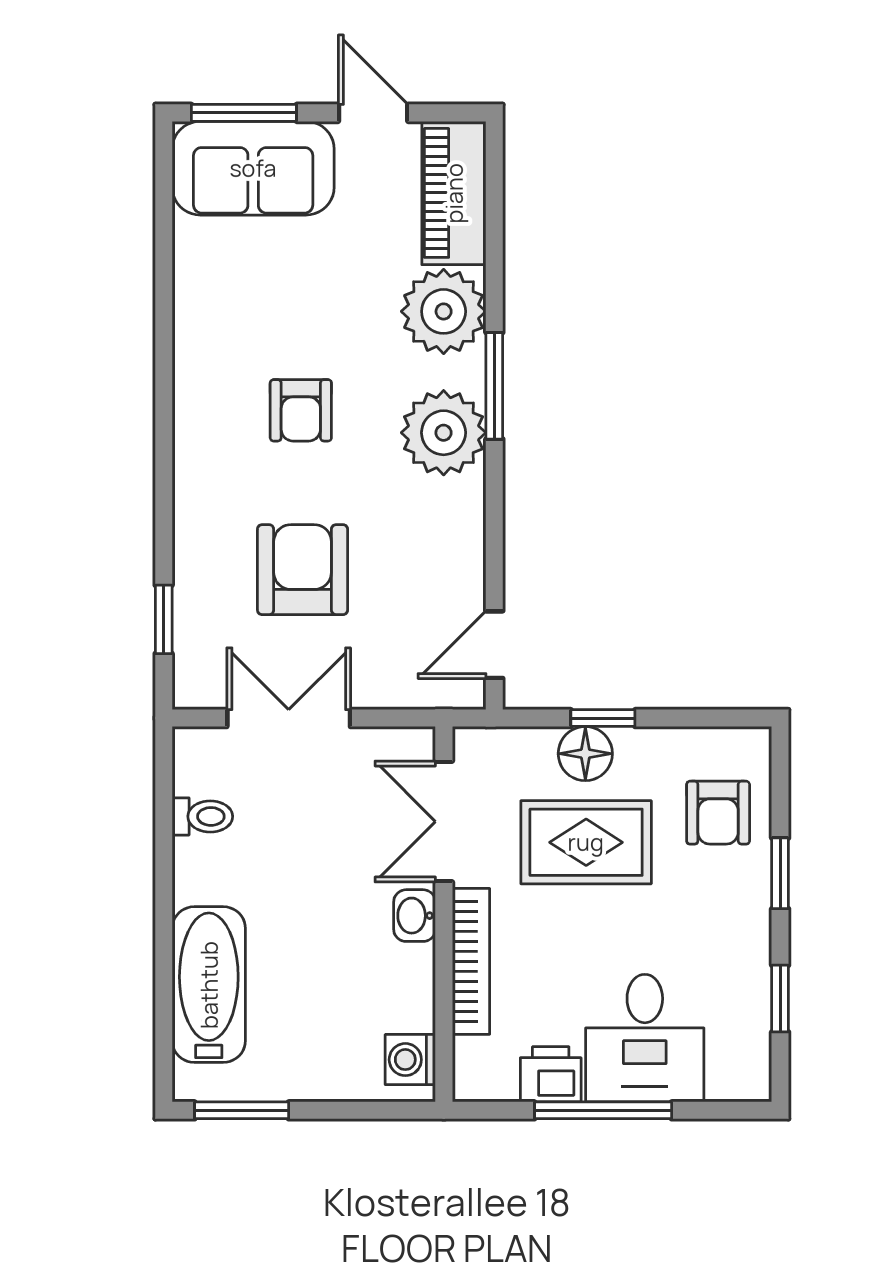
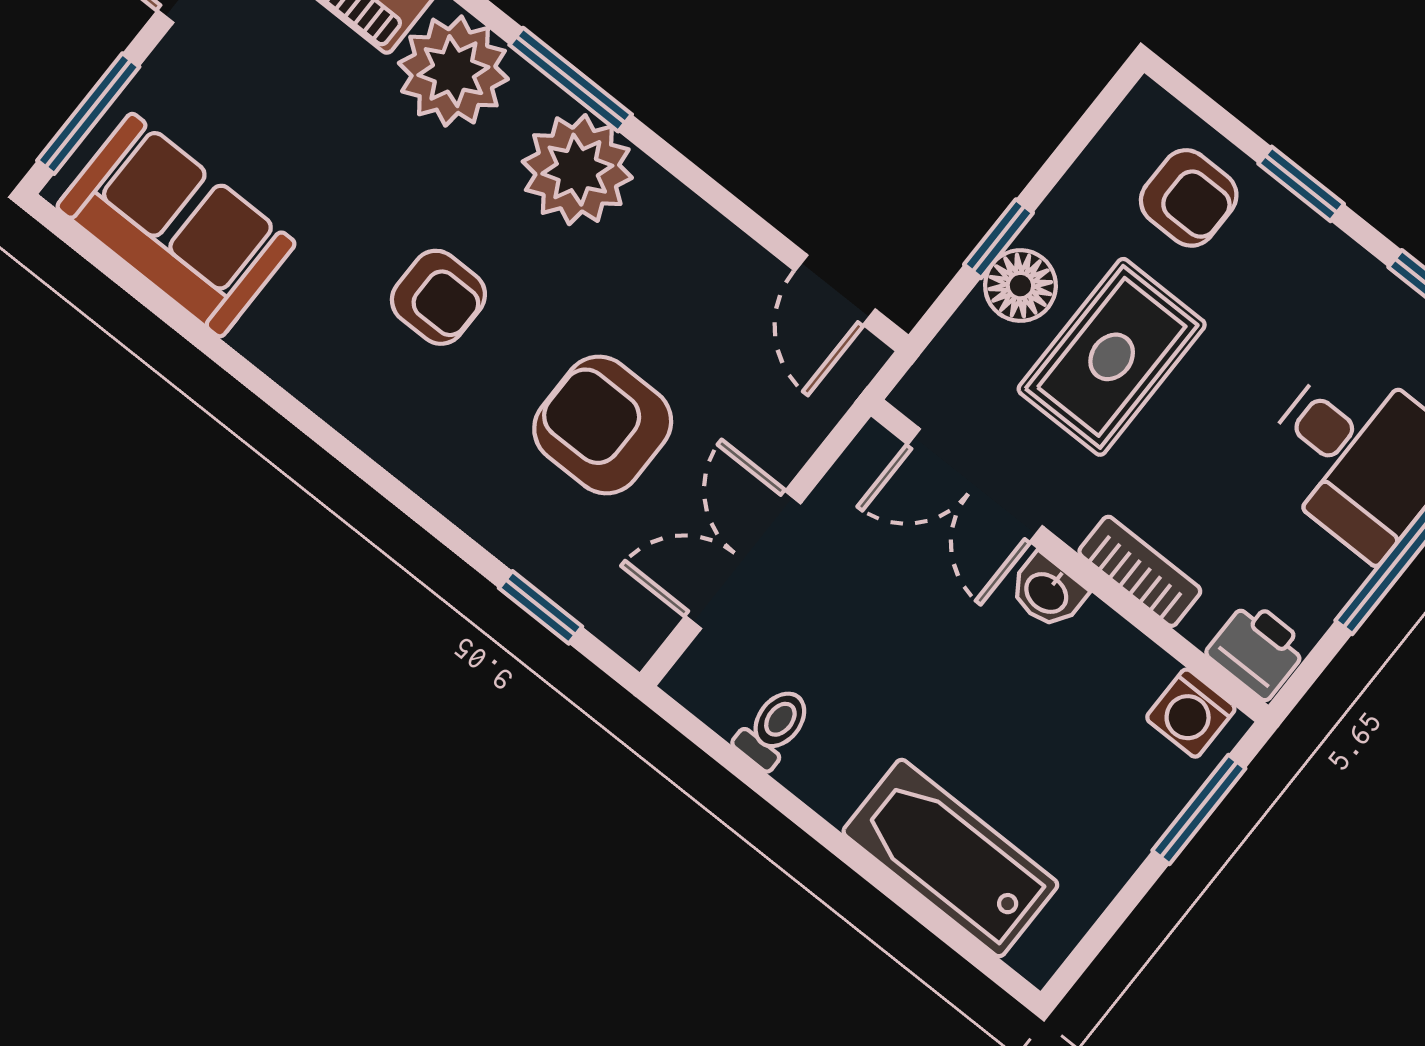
sofa: (253, 168) -> (176, 225), moved, turned -90
bookcase: (471, 961) -> (1140, 571), width x0.64
printer: (551, 1074) -> (1257, 650), moved, turned 90
window: (242, 1110) -> (1199, 809), moved

